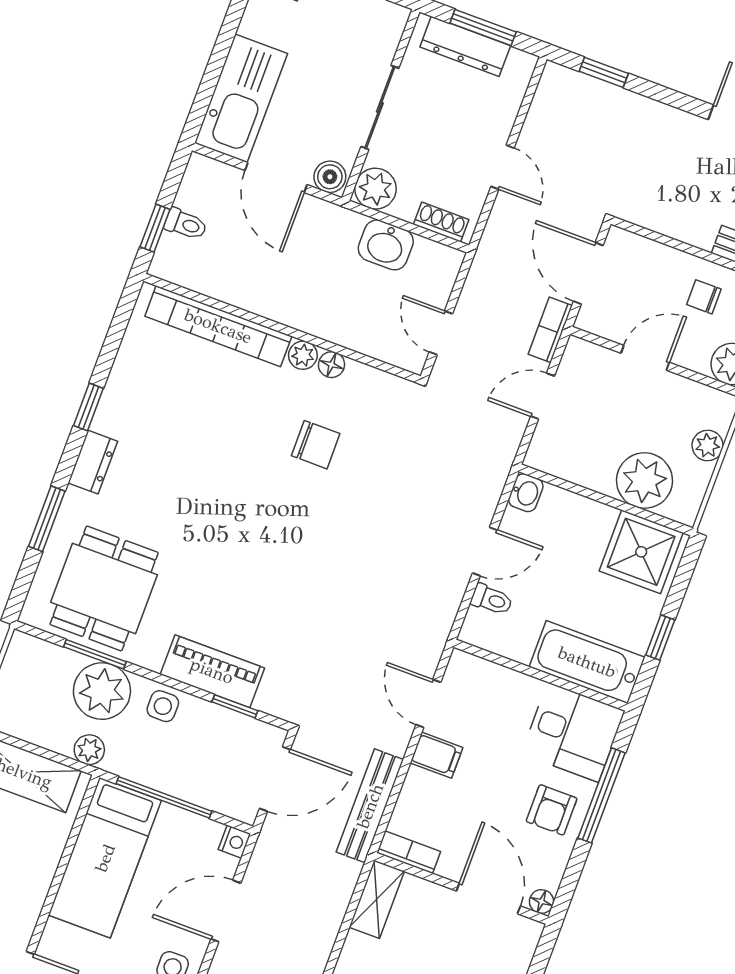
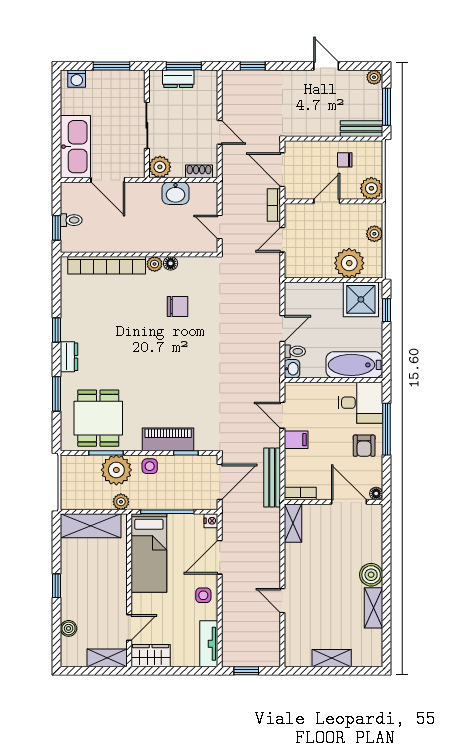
dresser: (465, 46) -> (178, 79), width x0.70
boiler: (330, 177) -> (135, 169), removed
washbasin: (526, 493) -> (292, 369), moved
window: (660, 638) -> (386, 310), moved

